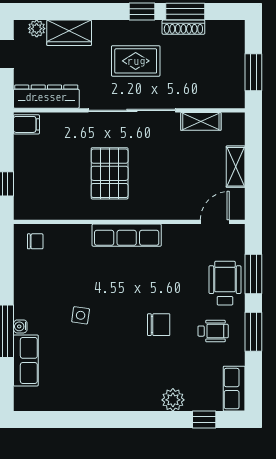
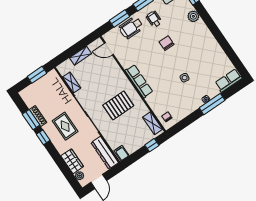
shelving: (41, 210) -> (152, 123), added
row of seats: (26, 360) -> (229, 80), moved

